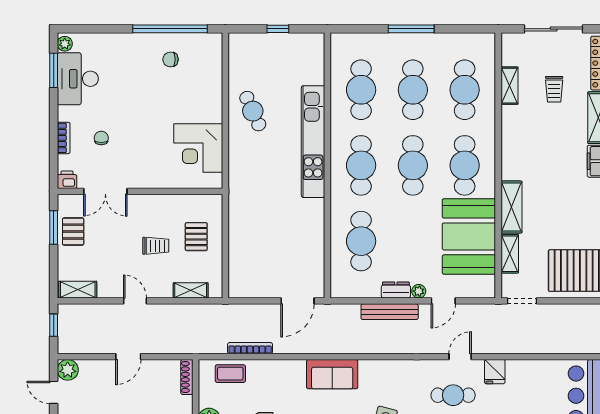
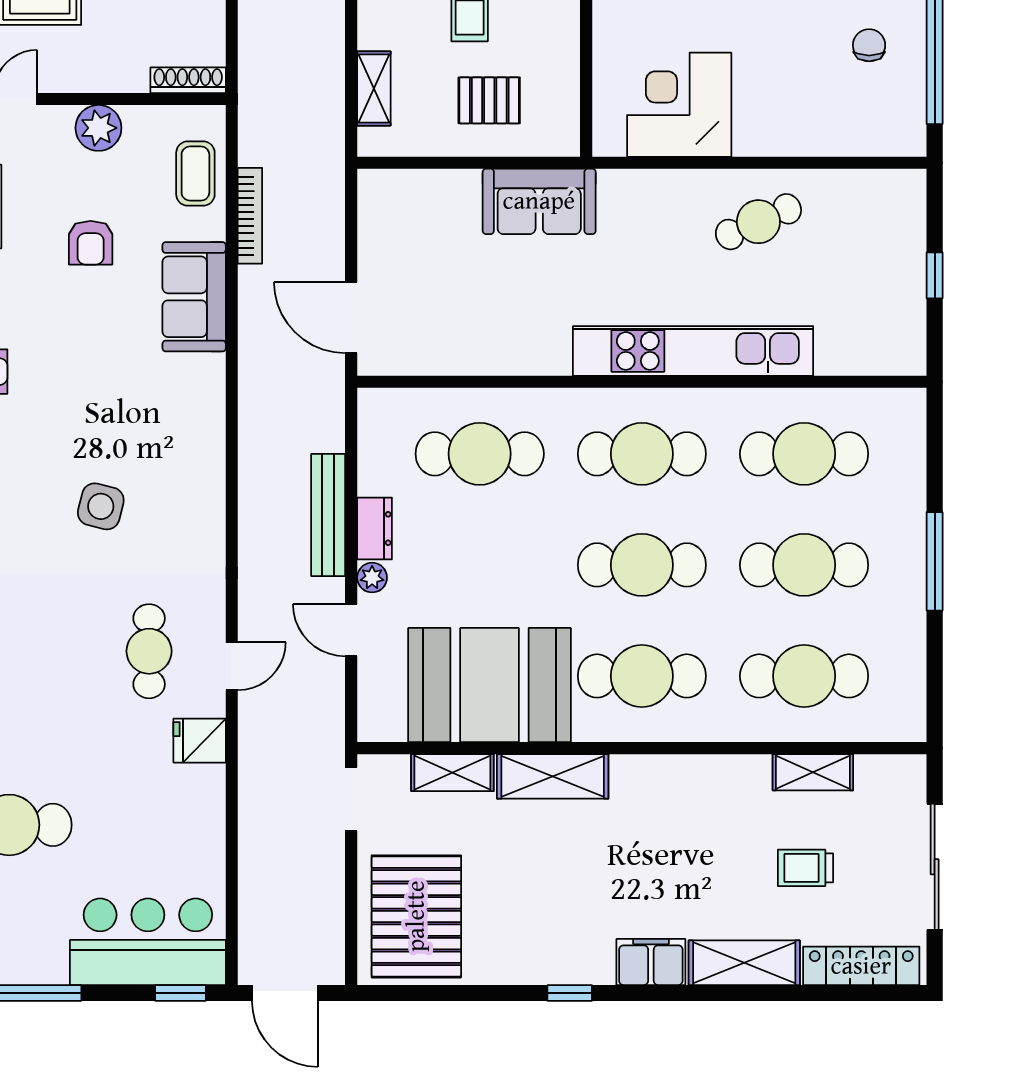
sofa: (243, 213) -> (539, 201), added
door: (460, 357) -> (232, 666), hinge flipped
sofa: (332, 374) -> (194, 297), moved

